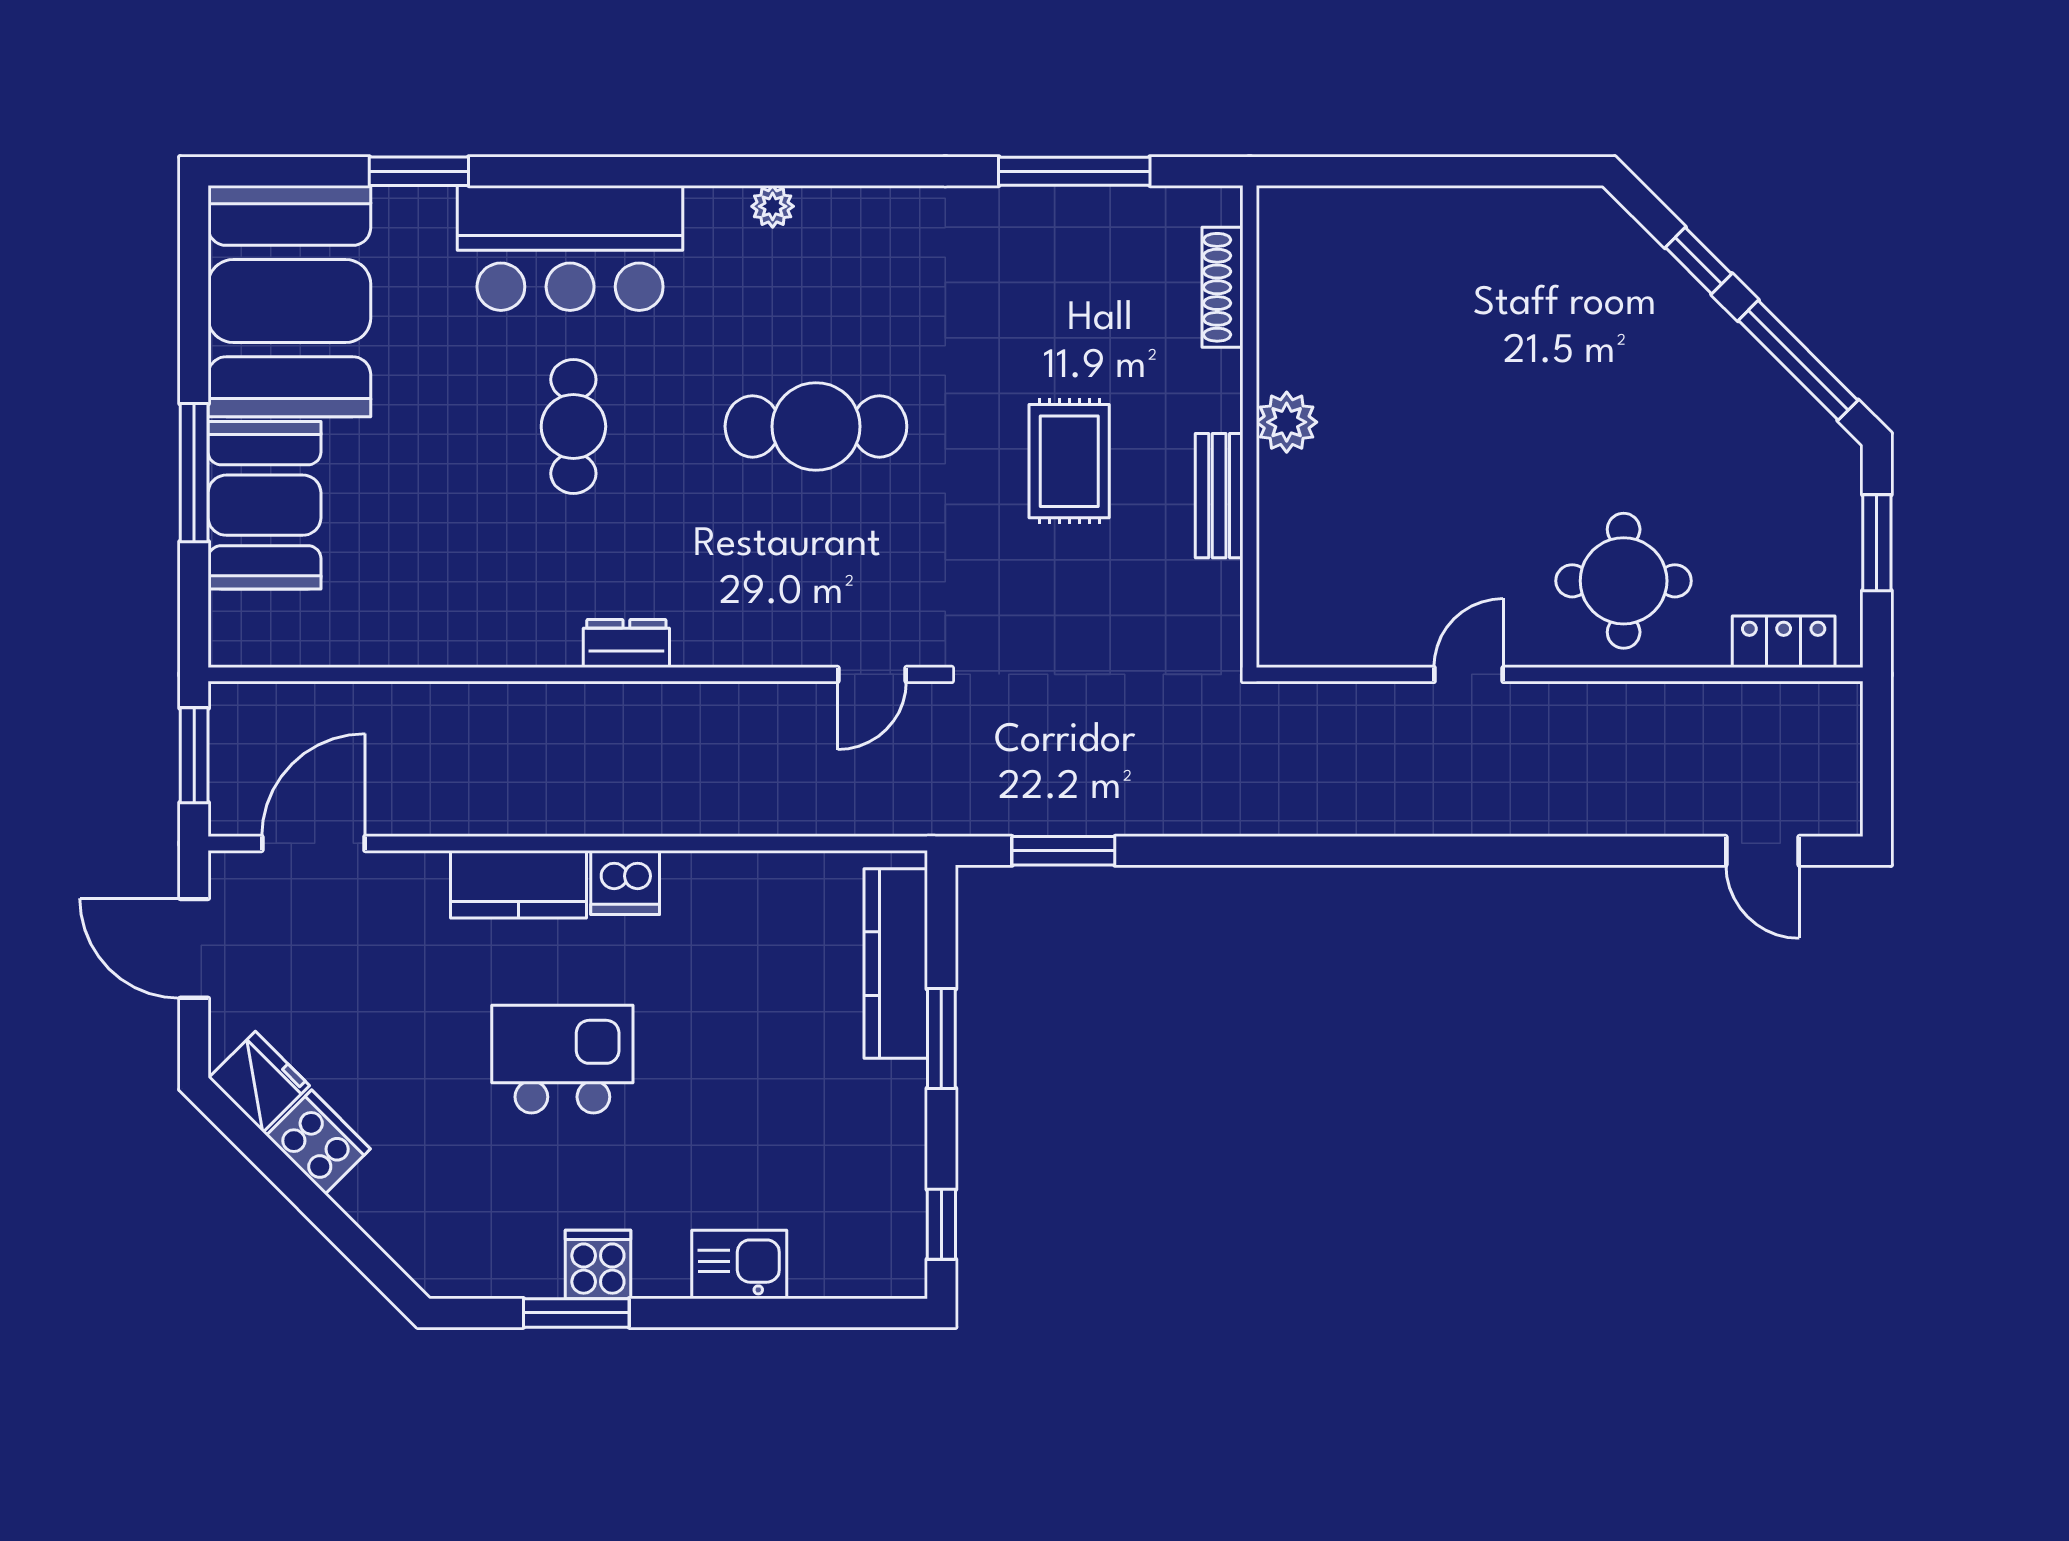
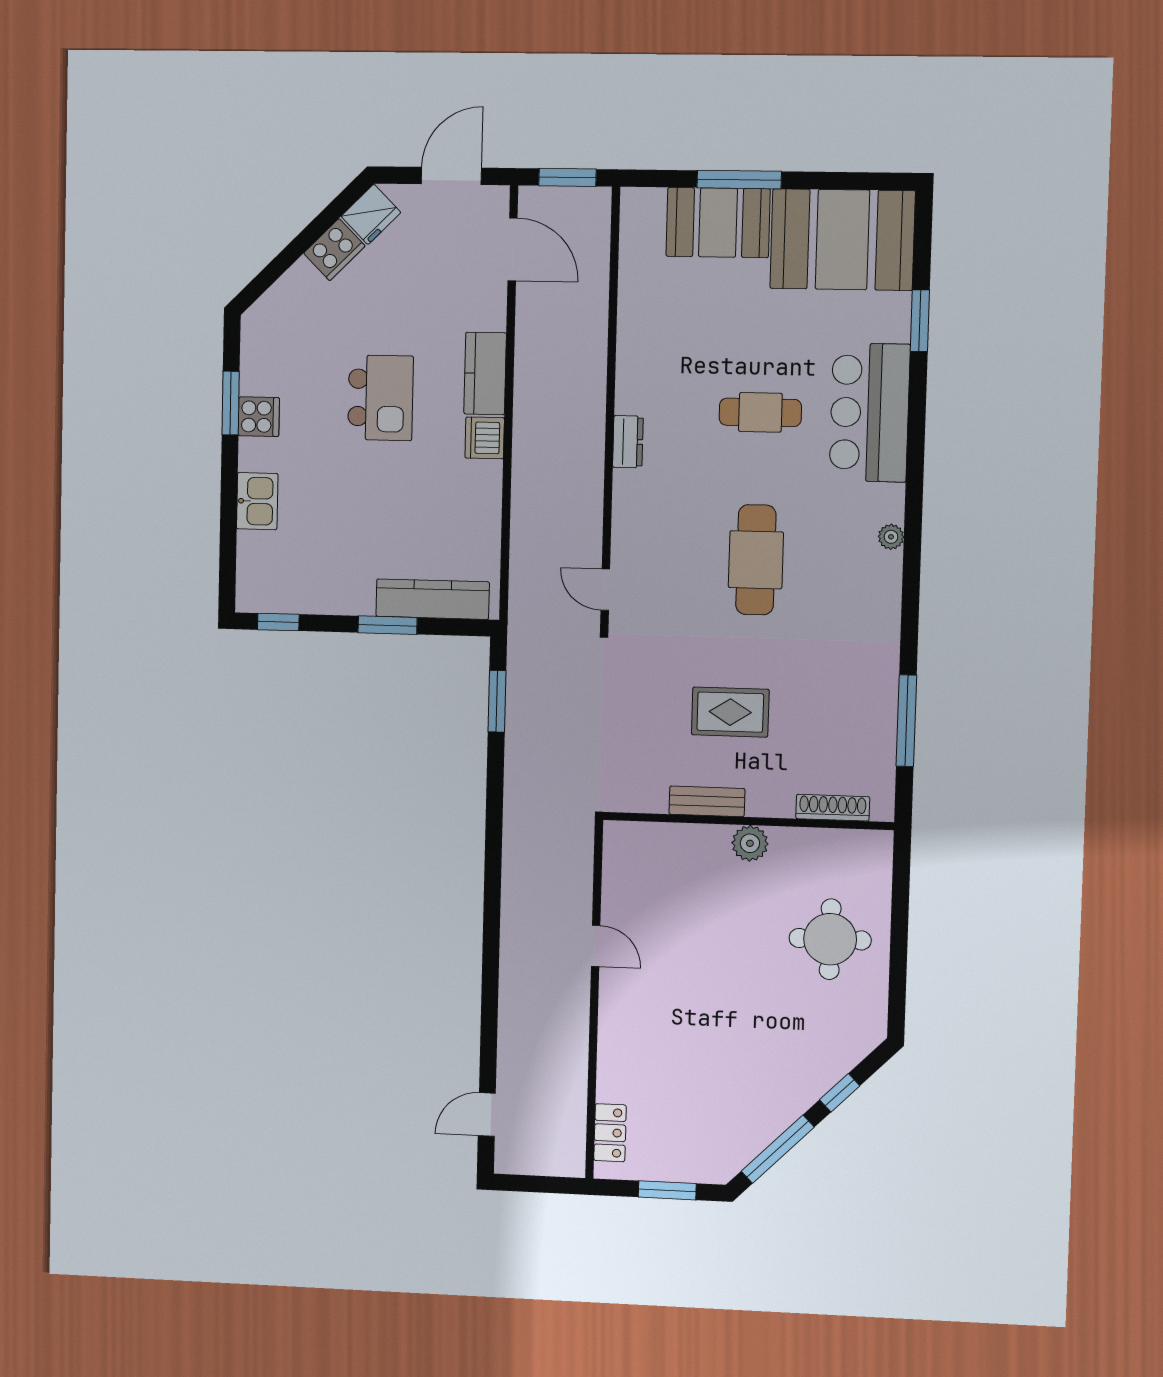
round table: (1624, 581) -> (830, 939), moved

